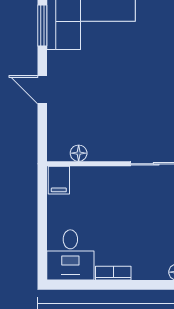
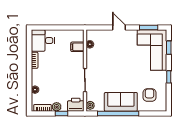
door: (42, 90) -> (119, 28), hinge flipped
filing cabinet: (59, 180) -> (77, 47), moved

